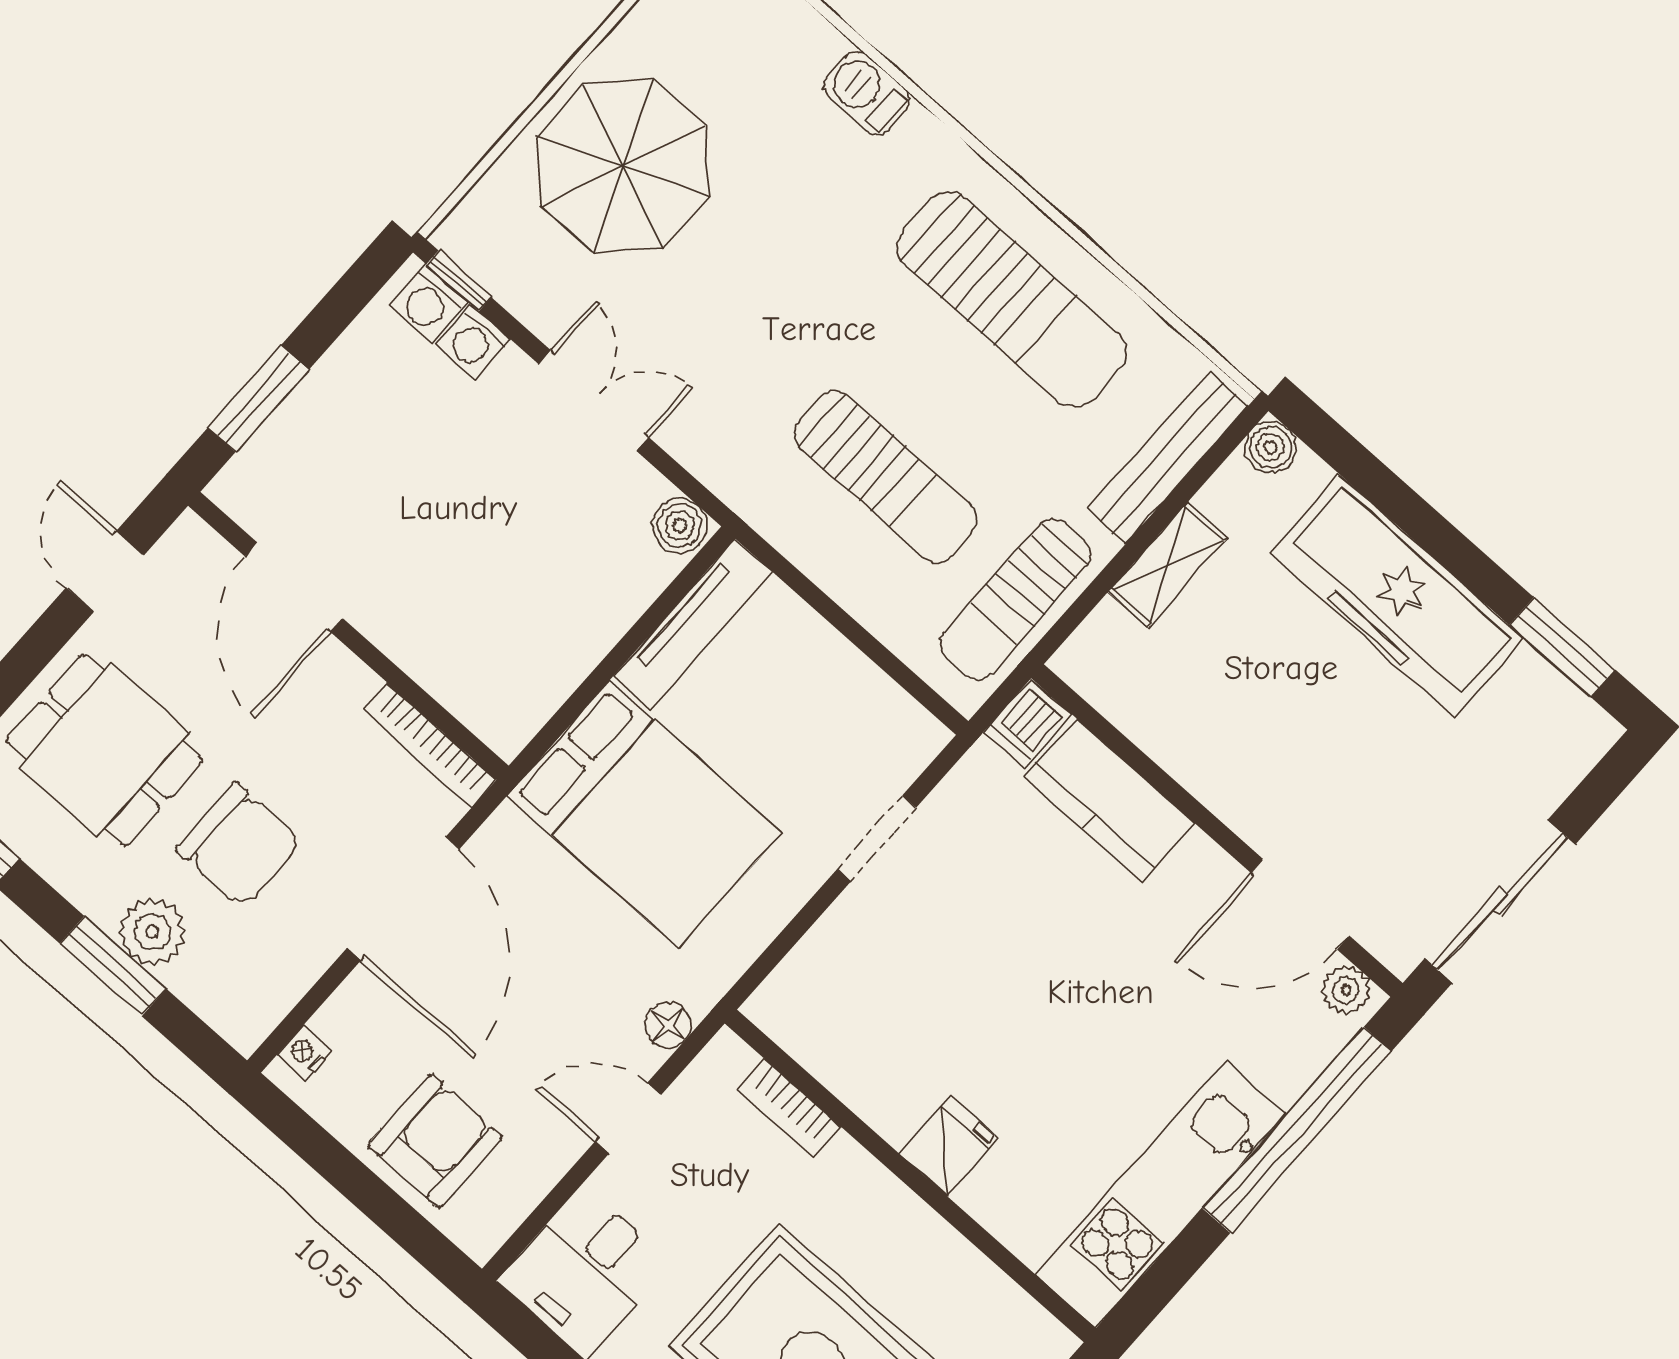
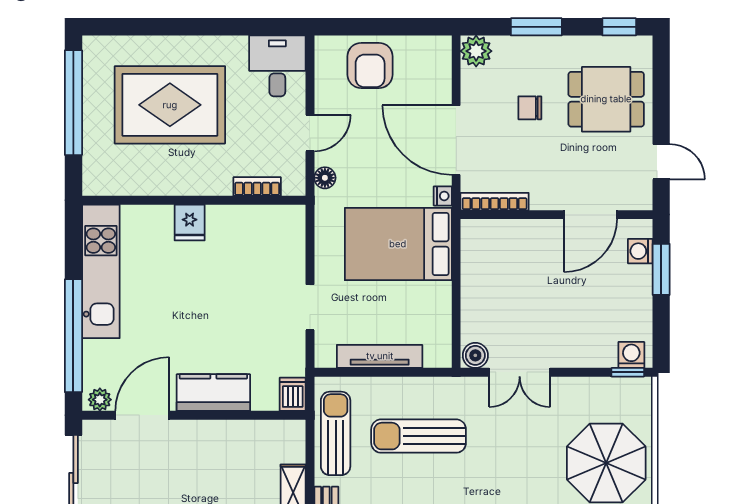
washing machine: (474, 342) -> (640, 251), moved, turned -90
double door: (594, 401) -> (520, 372), moved
door: (294, 587) -> (590, 215), swing flipped
tv unit: (693, 624) -> (380, 356), moved, turned 90
kitchen counter: (1109, 800) -> (213, 393), moved
chair: (239, 845) -> (530, 108), width x0.54, depth x0.54
plant: (152, 932) -> (476, 51), moved
nightstand: (305, 1053) -> (443, 196), moved

